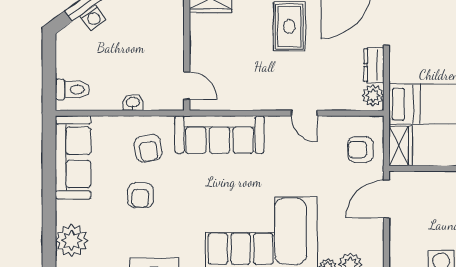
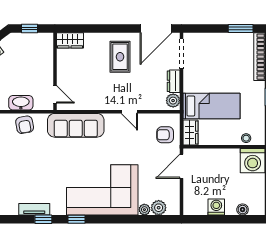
washbasin: (133, 103) -> (21, 103), width x1.91, depth x1.45
armchair: (148, 148) -> (25, 125), moved
armchair: (140, 195) -> (26, 164), removed

